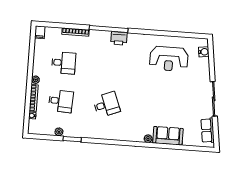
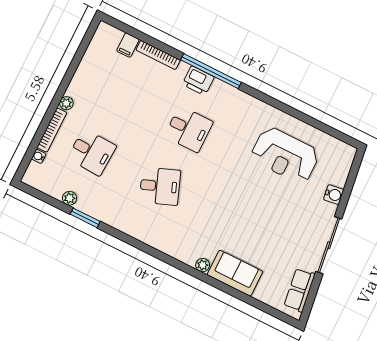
filing cabinet: (40, 32) -> (128, 45), moved
printer: (119, 38) -> (198, 81), moved
water cooler: (204, 52) -> (334, 195), moved
desk: (64, 63) -> (189, 129), moved

